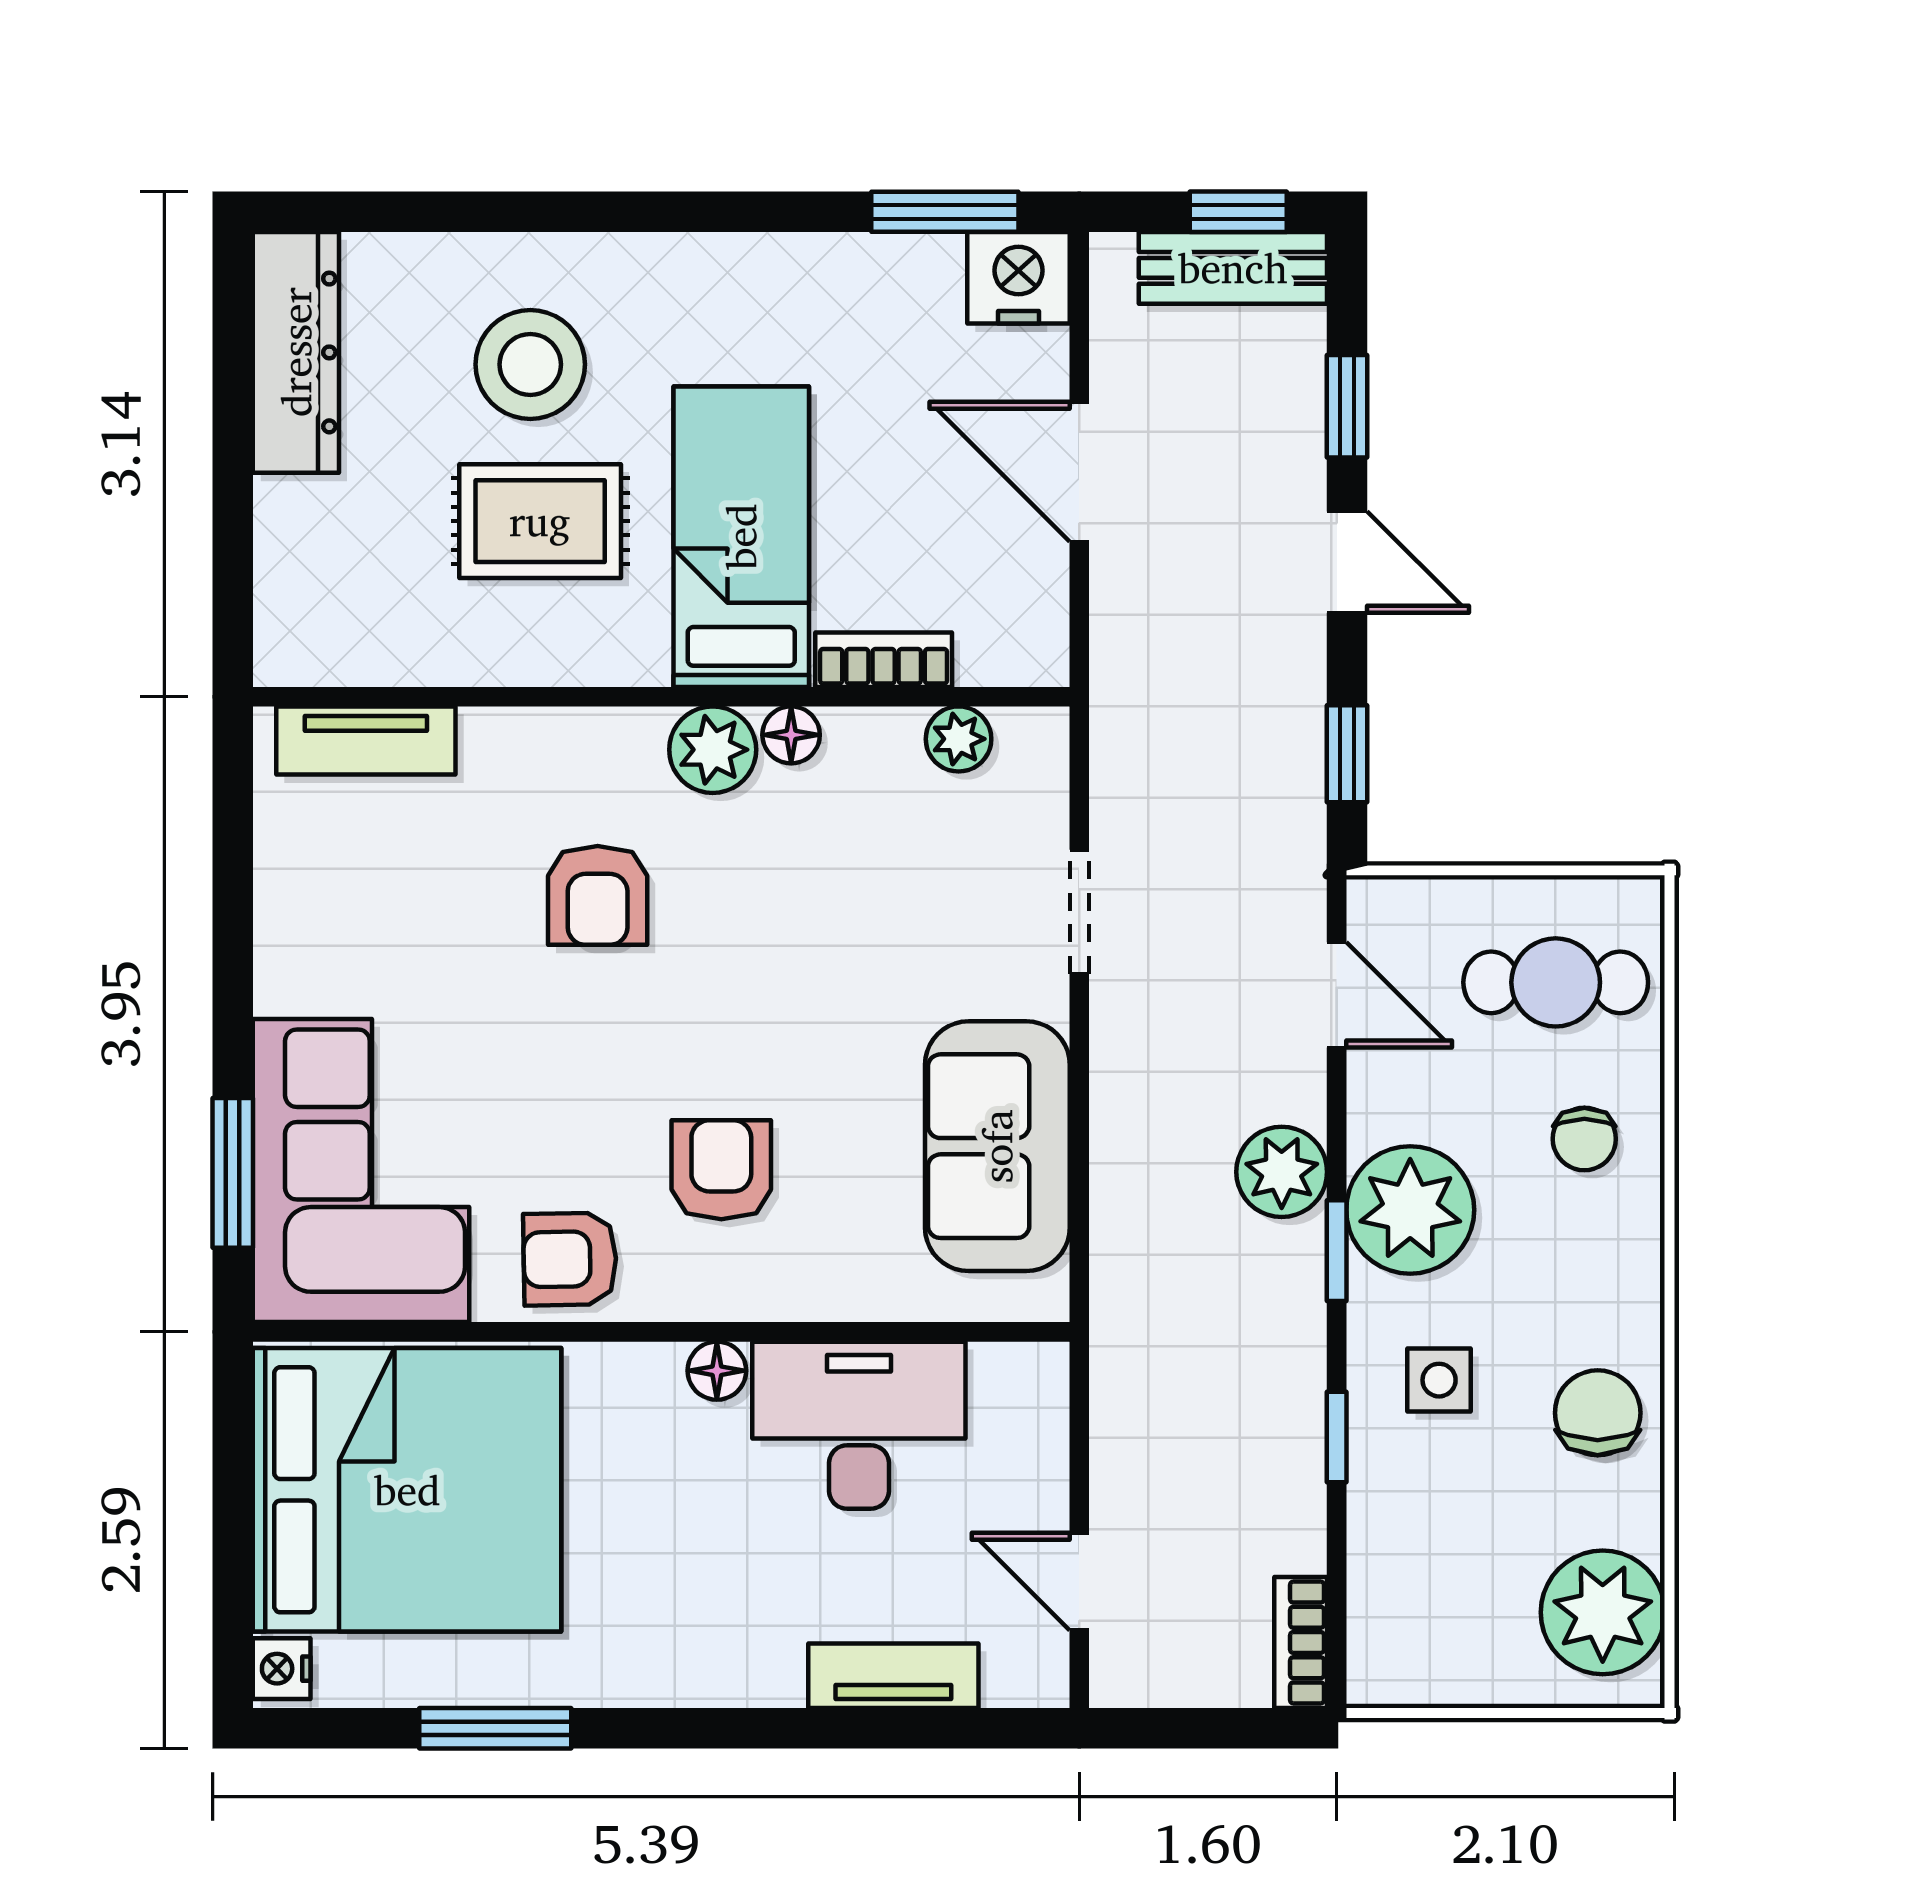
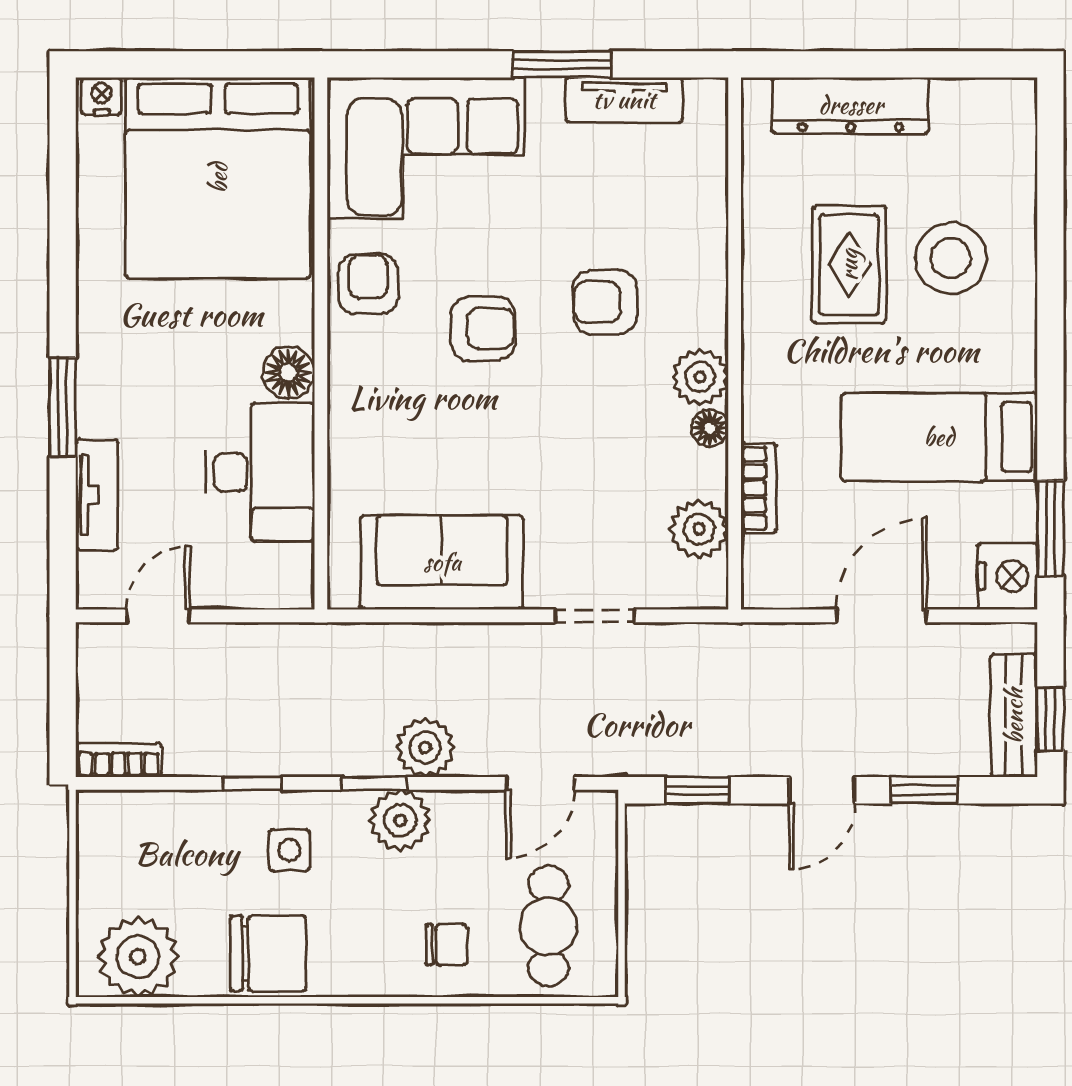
dresser: (296, 352) -> (851, 105), moved
bed: (741, 537) -> (939, 437), moved, turned 180
plant: (959, 739) -> (699, 529), width x1.38, depth x1.38
tv unit: (366, 741) -> (624, 100), moved, turned -90
chair: (1584, 1139) -> (446, 945), turned 180
armchair: (721, 1170) -> (483, 328), moved
window: (233, 1173) -> (562, 64), moved
plant: (1410, 1210) -> (400, 820), width x0.73, depth x0.73
floor lamp: (717, 1371) -> (288, 373), width x1.37, depth x1.37
chair: (1598, 1413) -> (268, 953), width x1.37, depth x1.37
window: (495, 1728) -> (63, 407), moved

